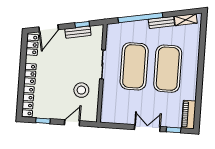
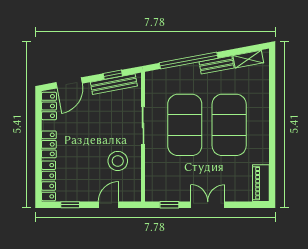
bench: (78, 32) -> (114, 84), width x1.36
window: (174, 130) -> (169, 205), moved

